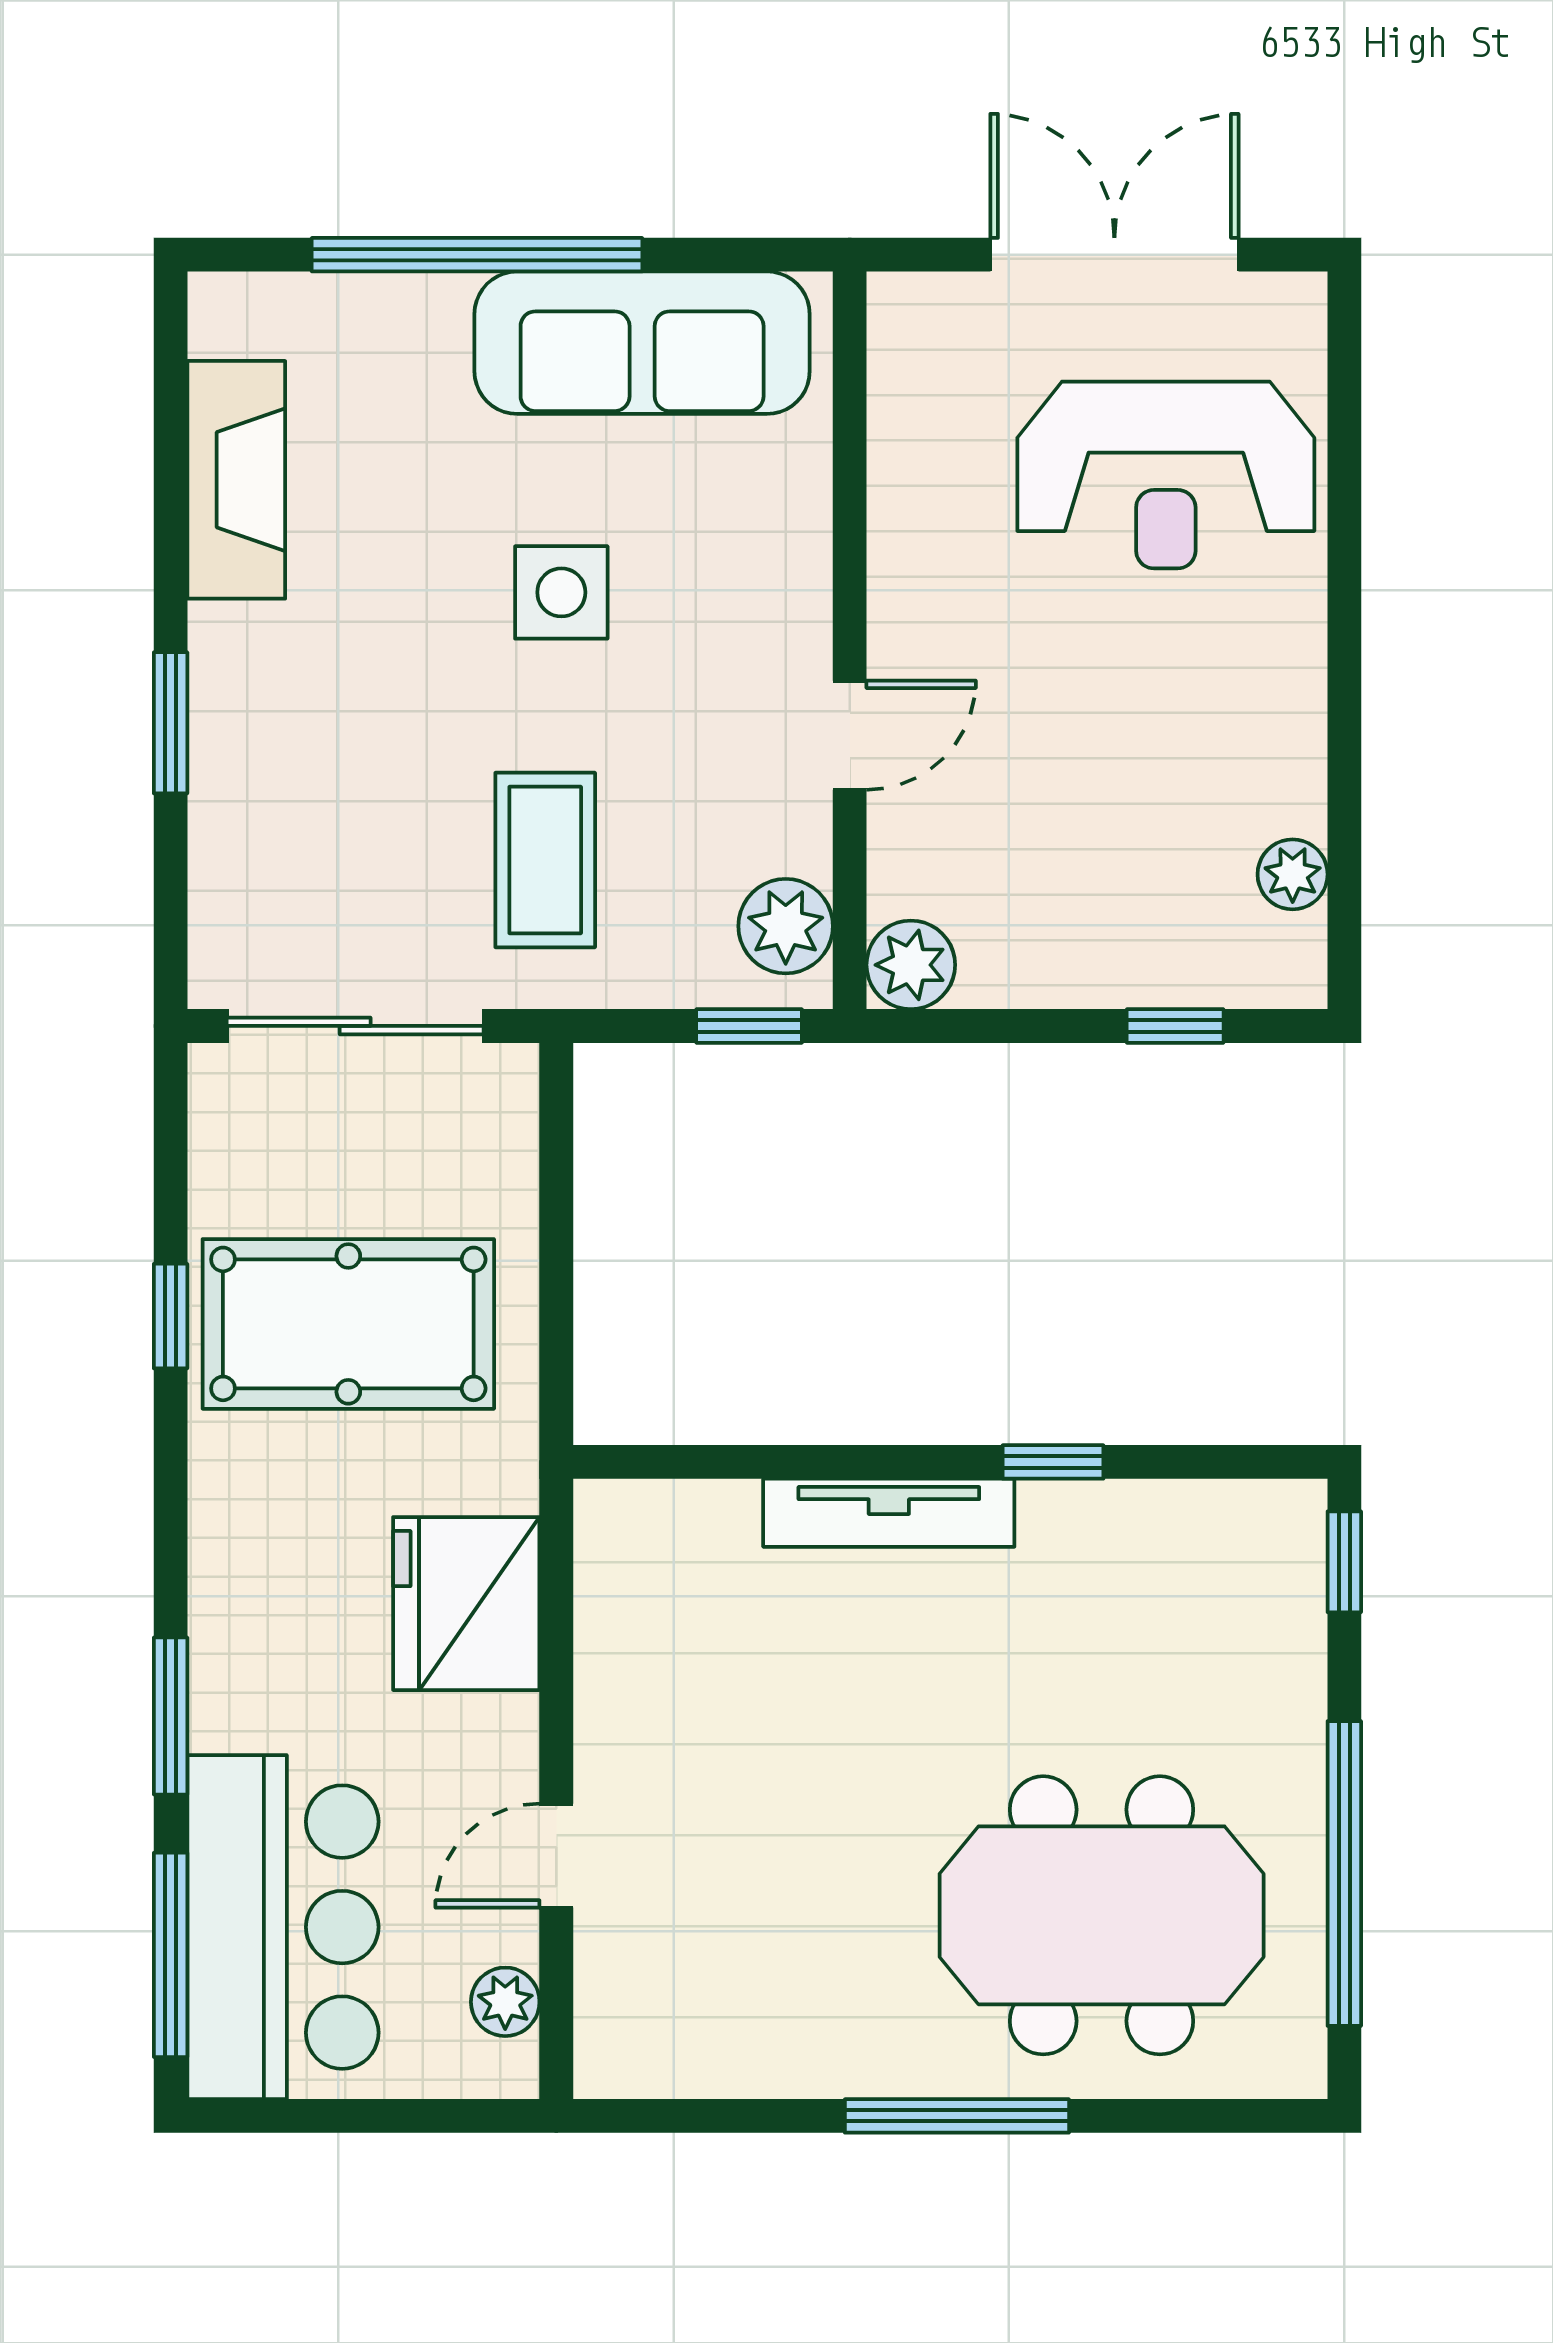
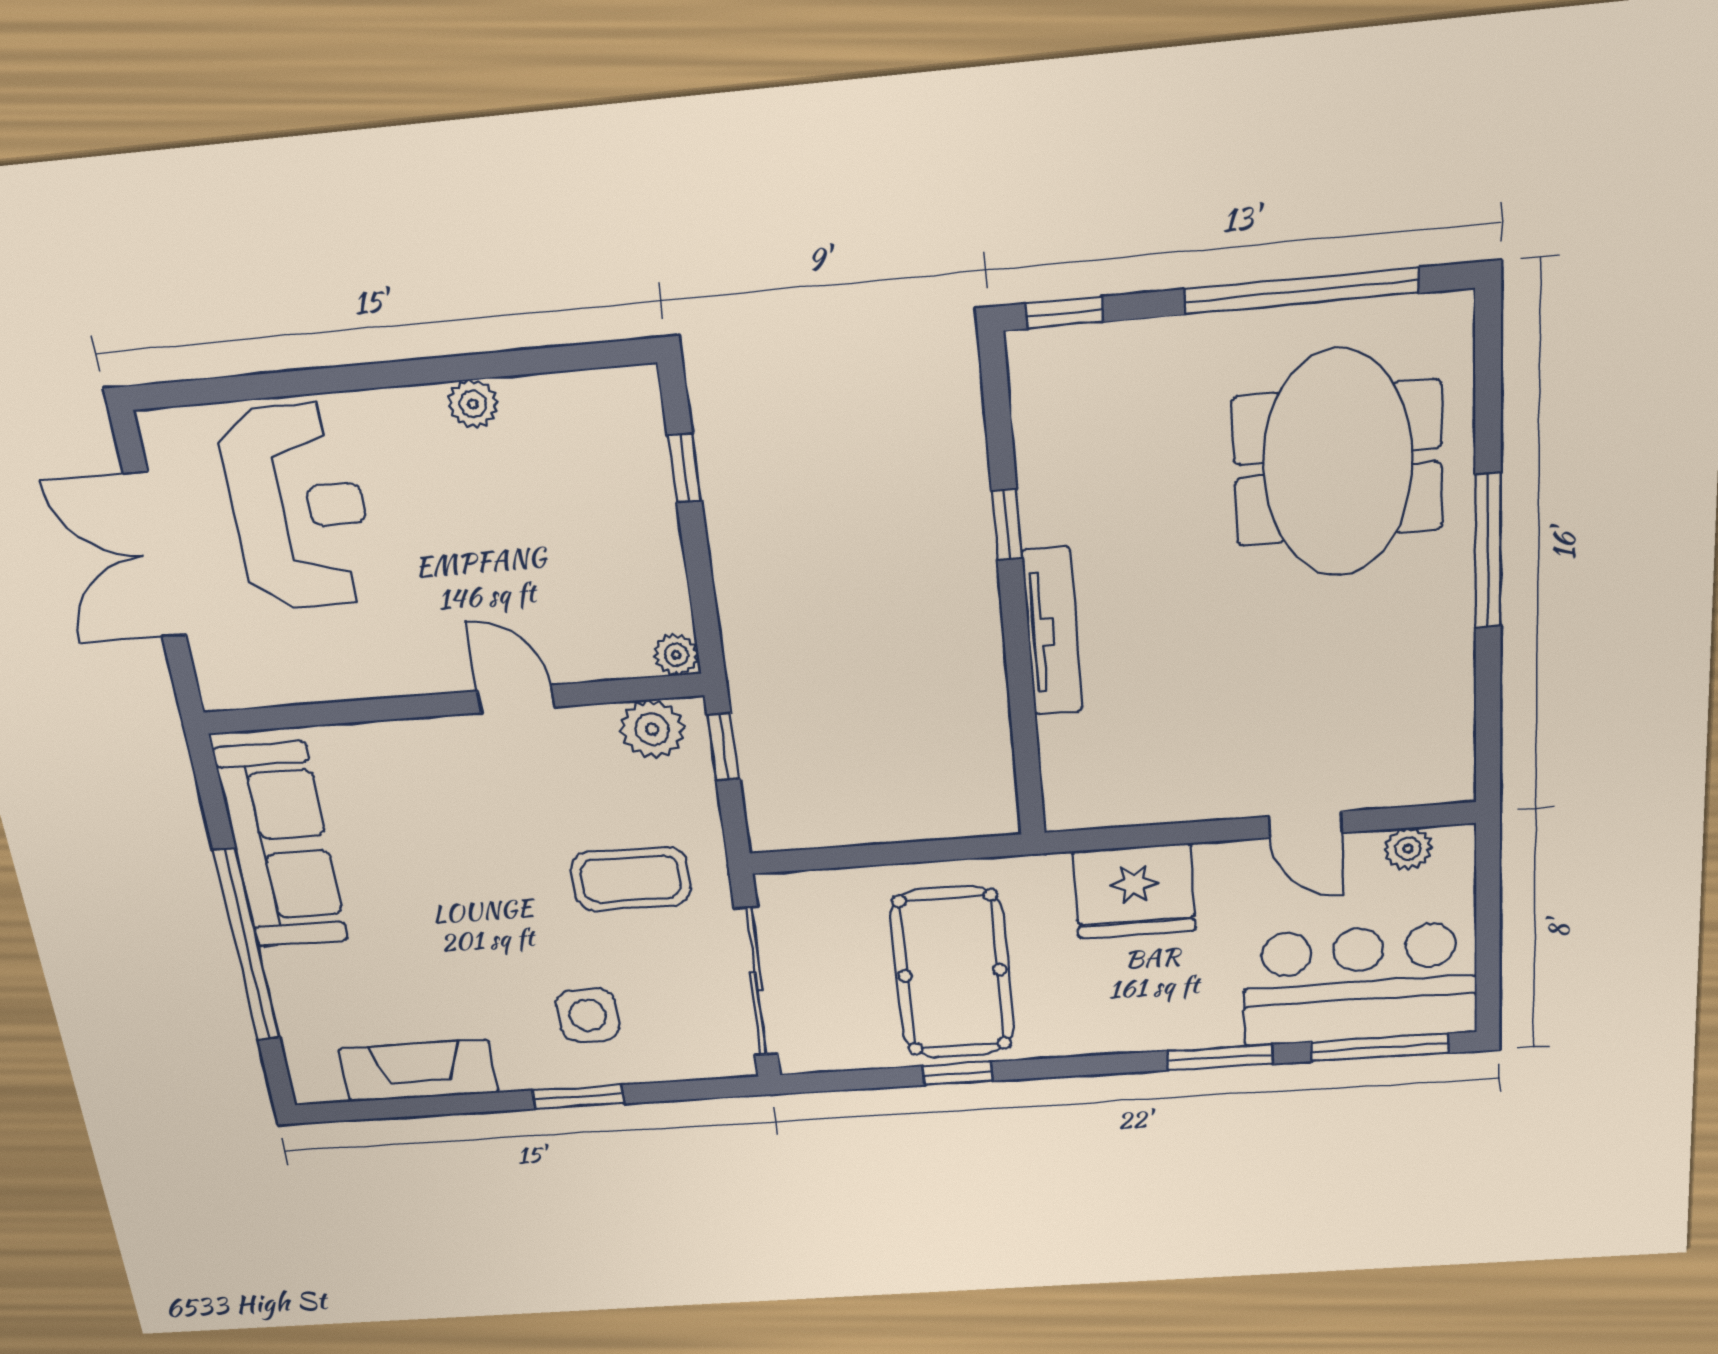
side table: (561, 592) -> (588, 1015), moved
plant: (1293, 874) -> (473, 404), moved
plant: (911, 965) -> (676, 655), width x0.73, depth x0.73

